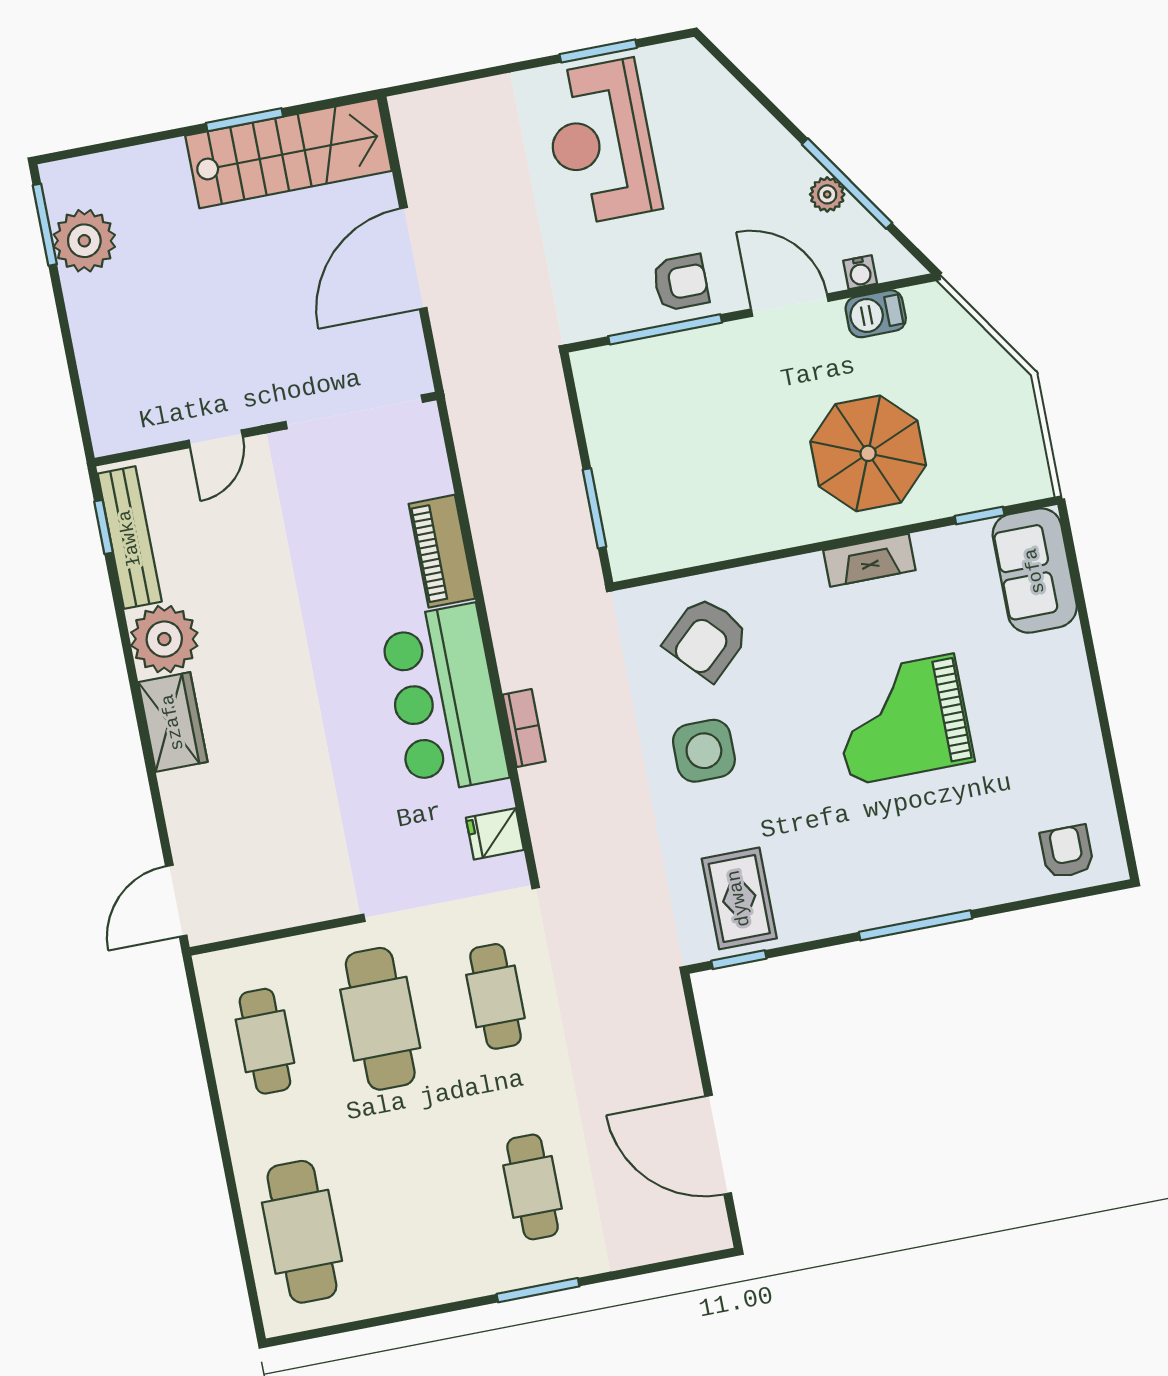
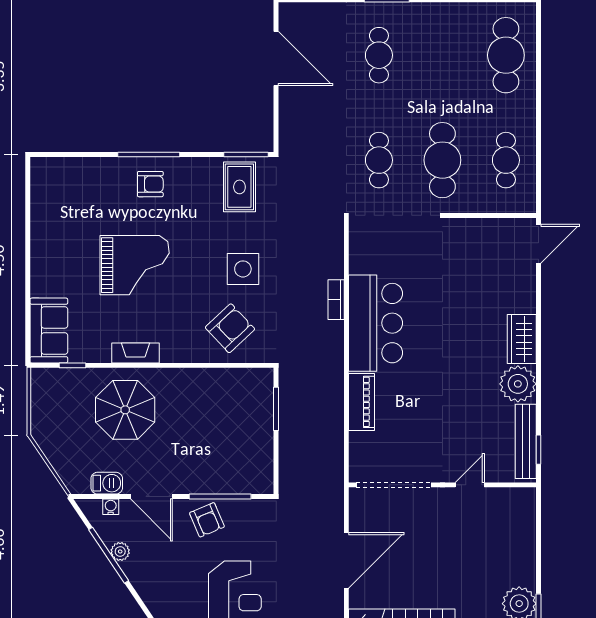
armchair: (681, 283) -> (207, 520), turned -113
fridge: (495, 834) -> (362, 246), removed
armchair: (1067, 852) -> (150, 184), moved, turned -90
window: (739, 960) -> (246, 154), width x1.50

